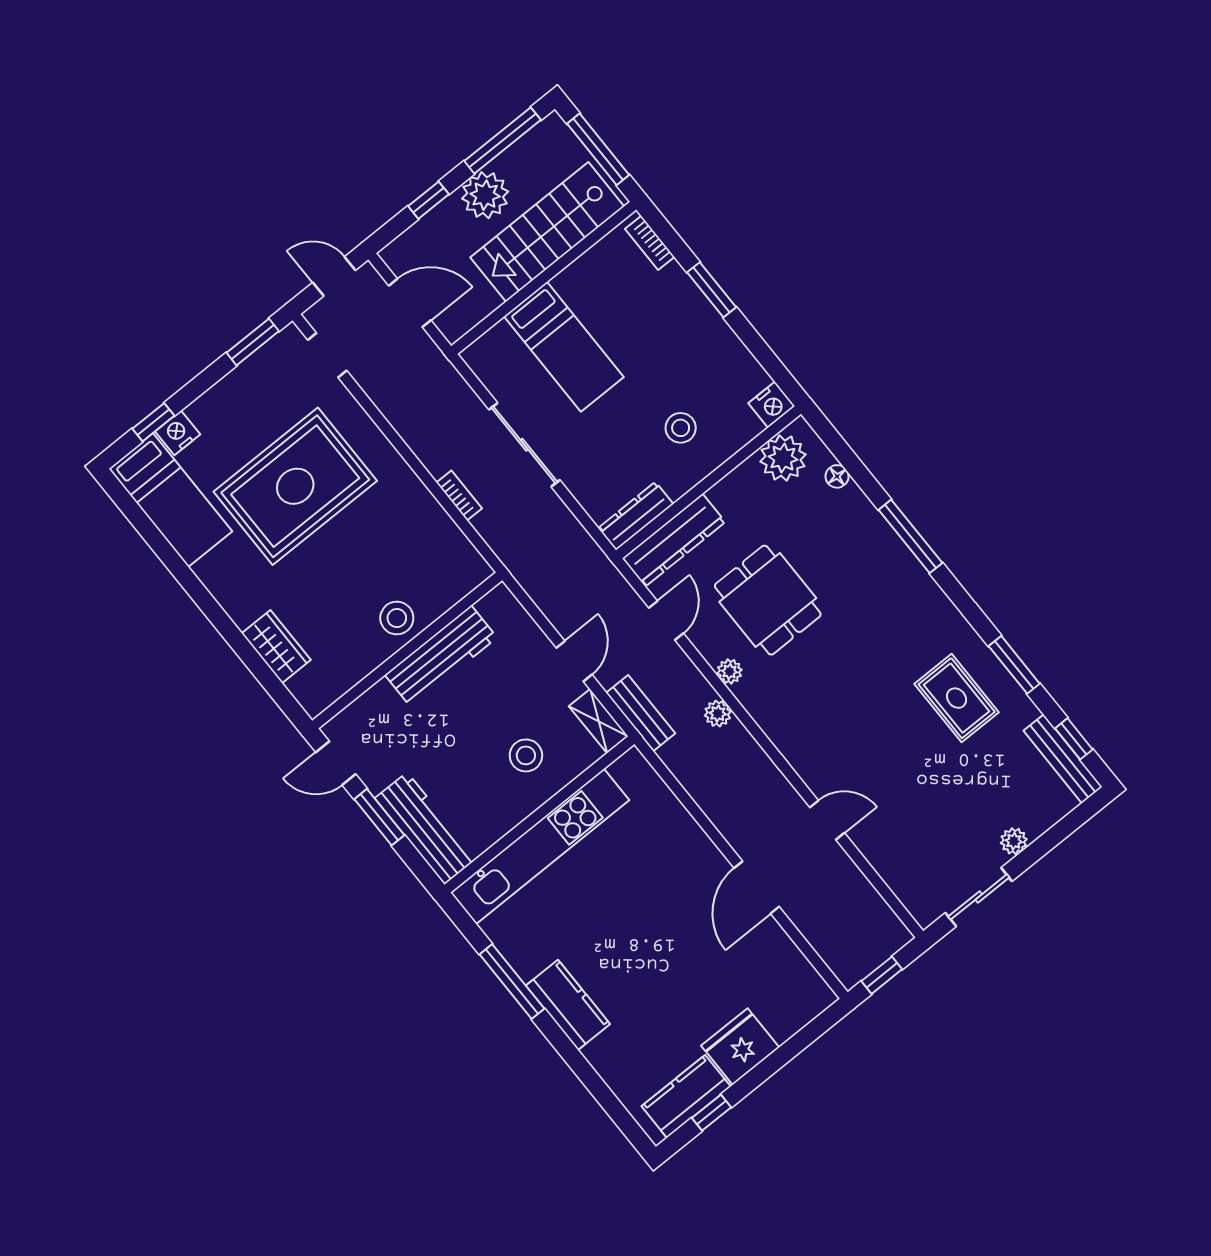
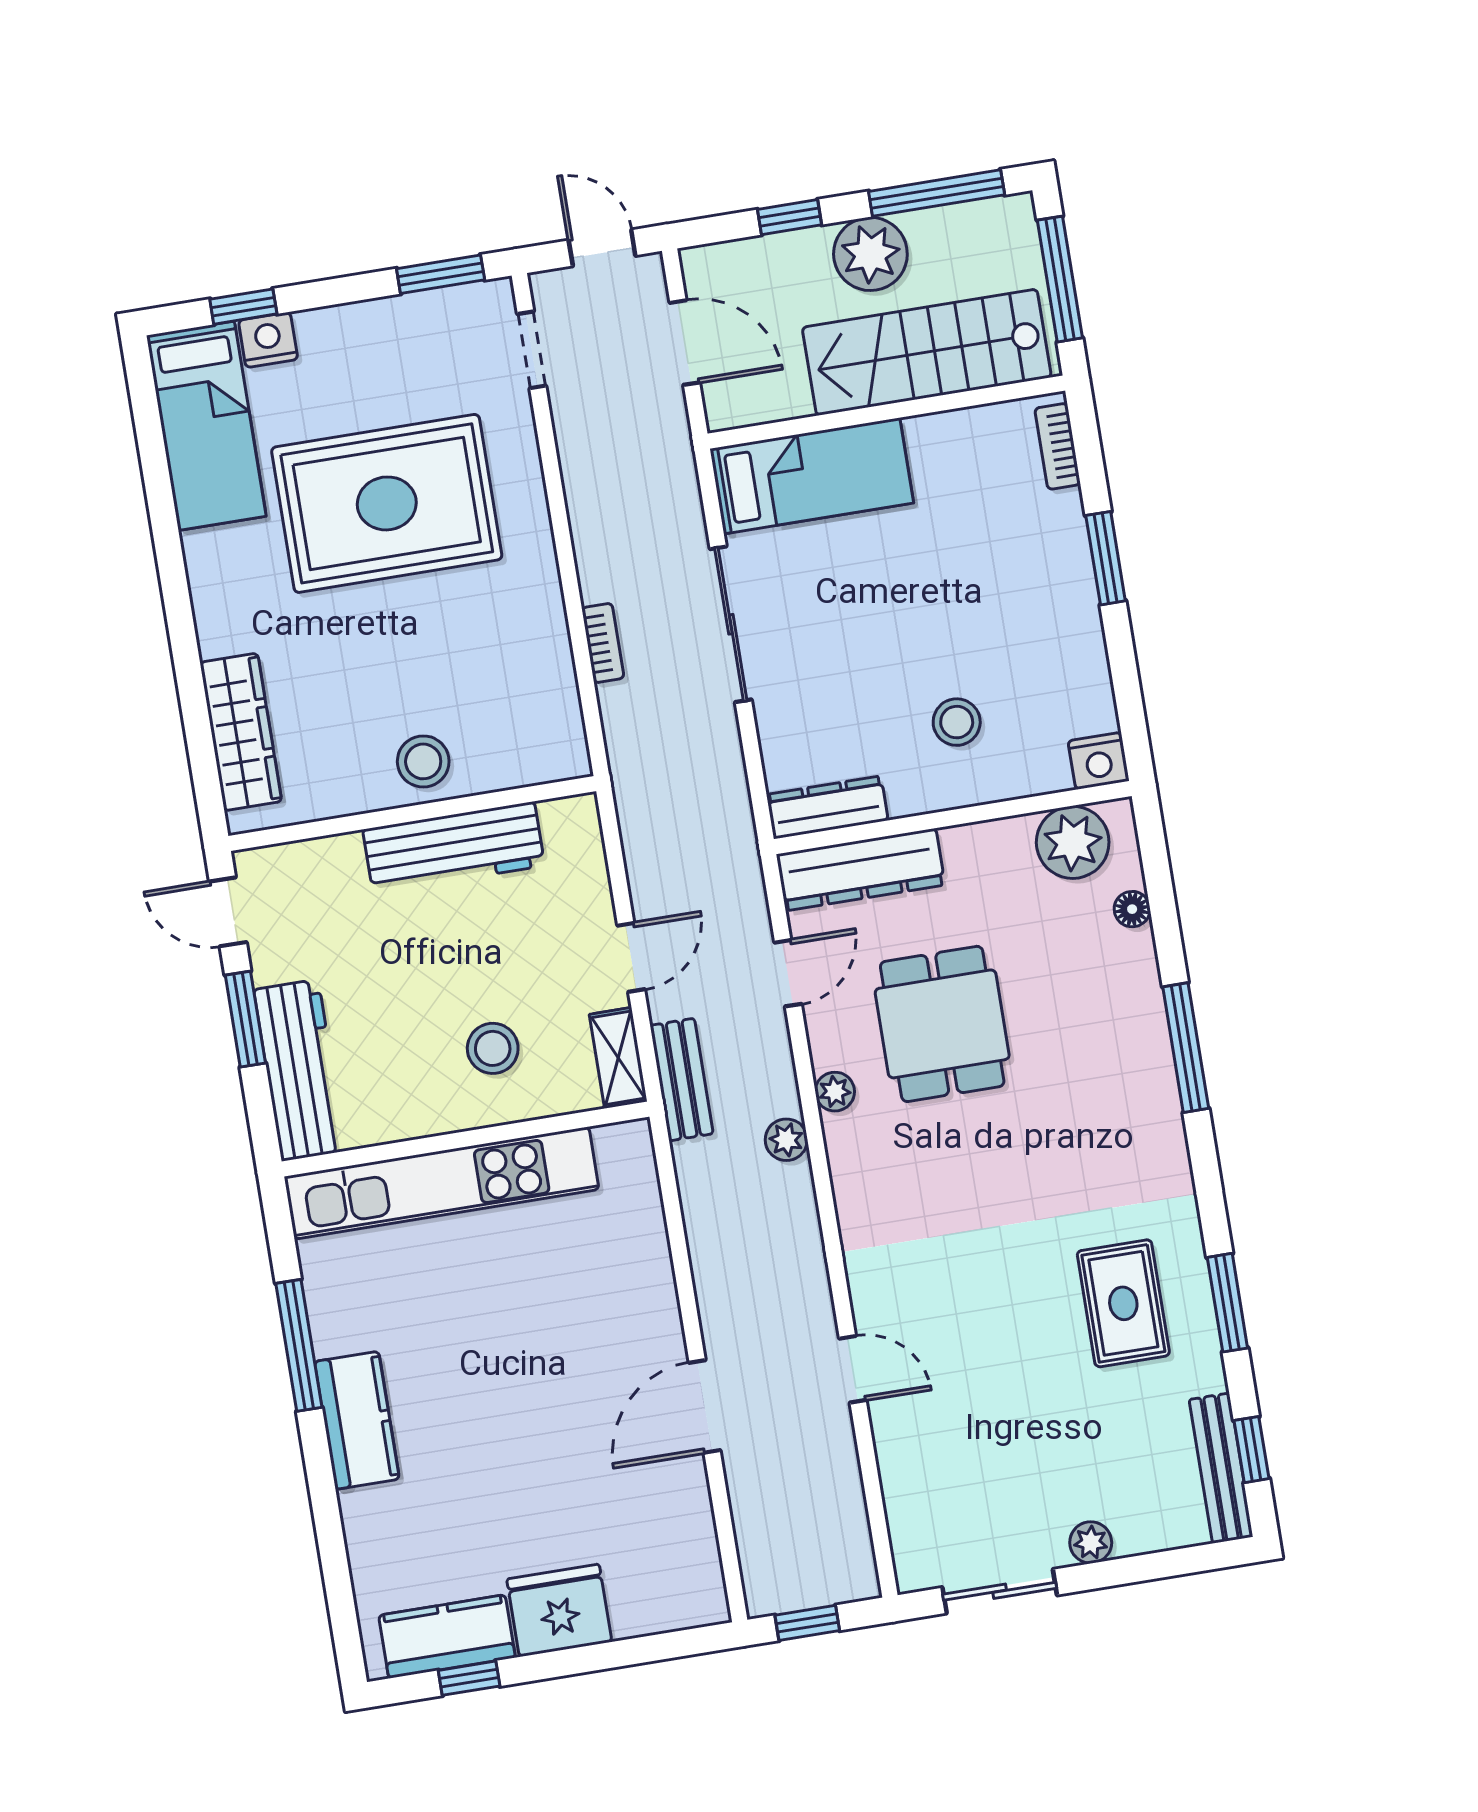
bed: (564, 347) -> (812, 476), moved, turned -90
wardrobe: (276, 647) -> (241, 732), width x1.50

